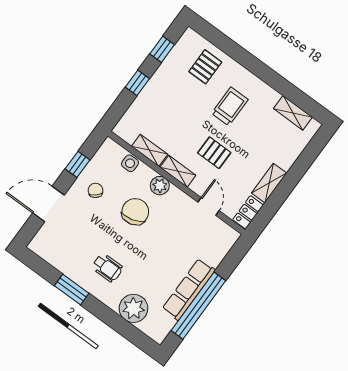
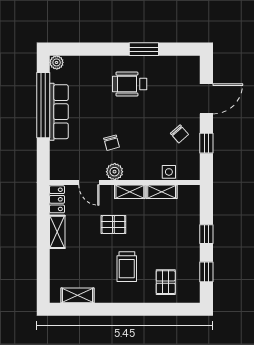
plant: (160, 186) -> (115, 172), moved
chair: (135, 212) -> (112, 143), moved, width x0.54, depth x0.54
wheelchair: (107, 268) -> (130, 84), width x1.36, depth x1.37
plant: (133, 308) -> (57, 62), moved, width x0.53, depth x0.53

